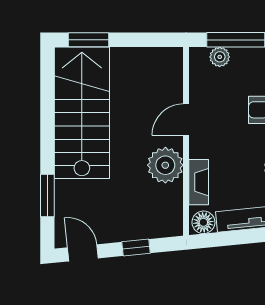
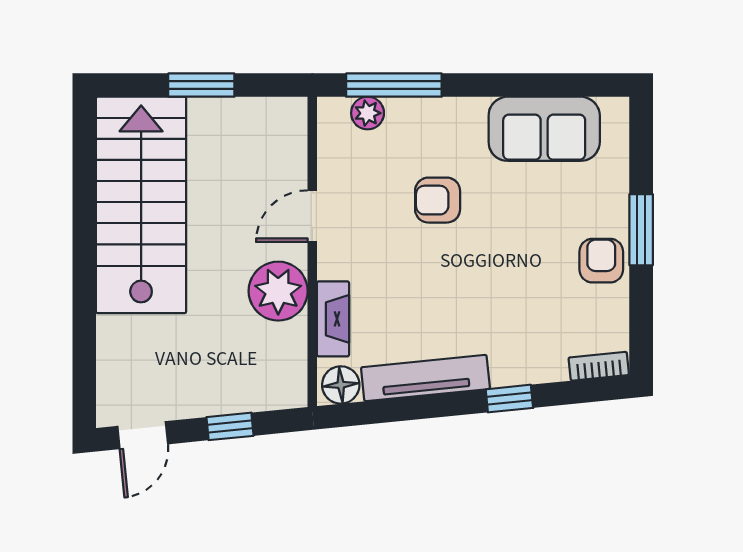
window: (89, 40) -> (201, 85), moved
window: (47, 196) -> (84, 341), removed
door: (83, 253) -> (143, 435), swing flipped

